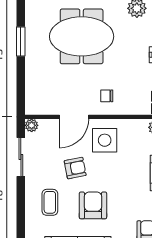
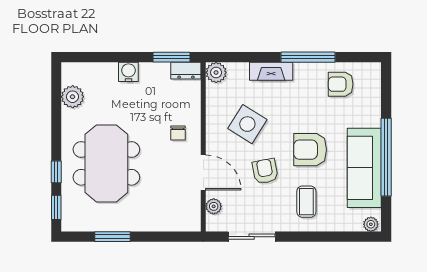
plant: (32, 125) -> (214, 206), moved
side table: (105, 140) -> (247, 124), moved, turned 32
coffee table: (50, 202) -> (306, 202), turned 90

